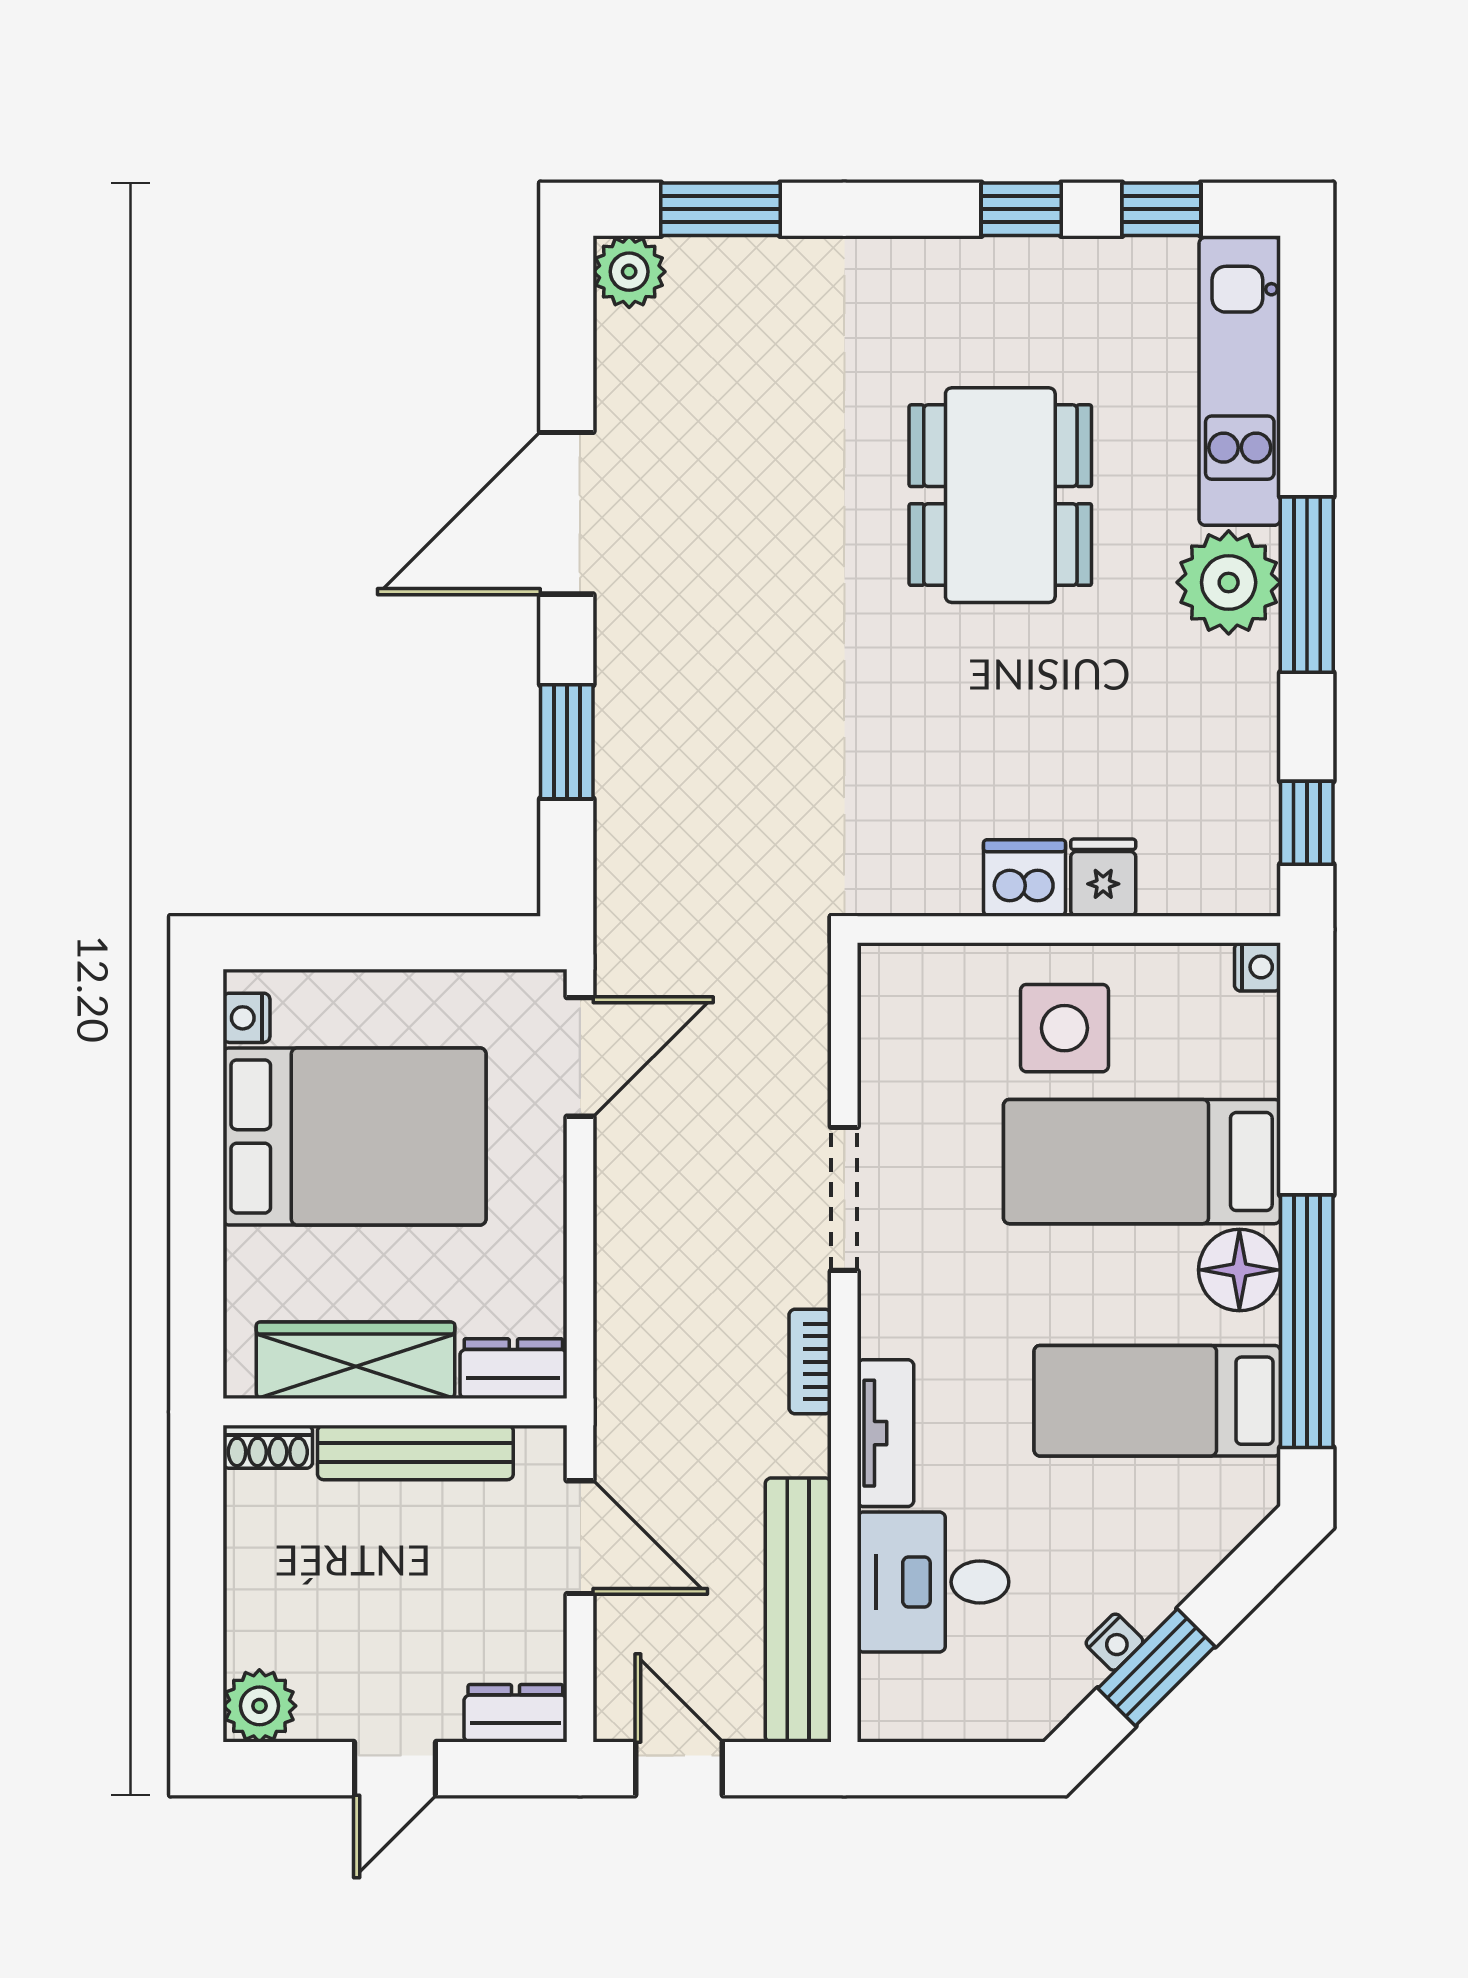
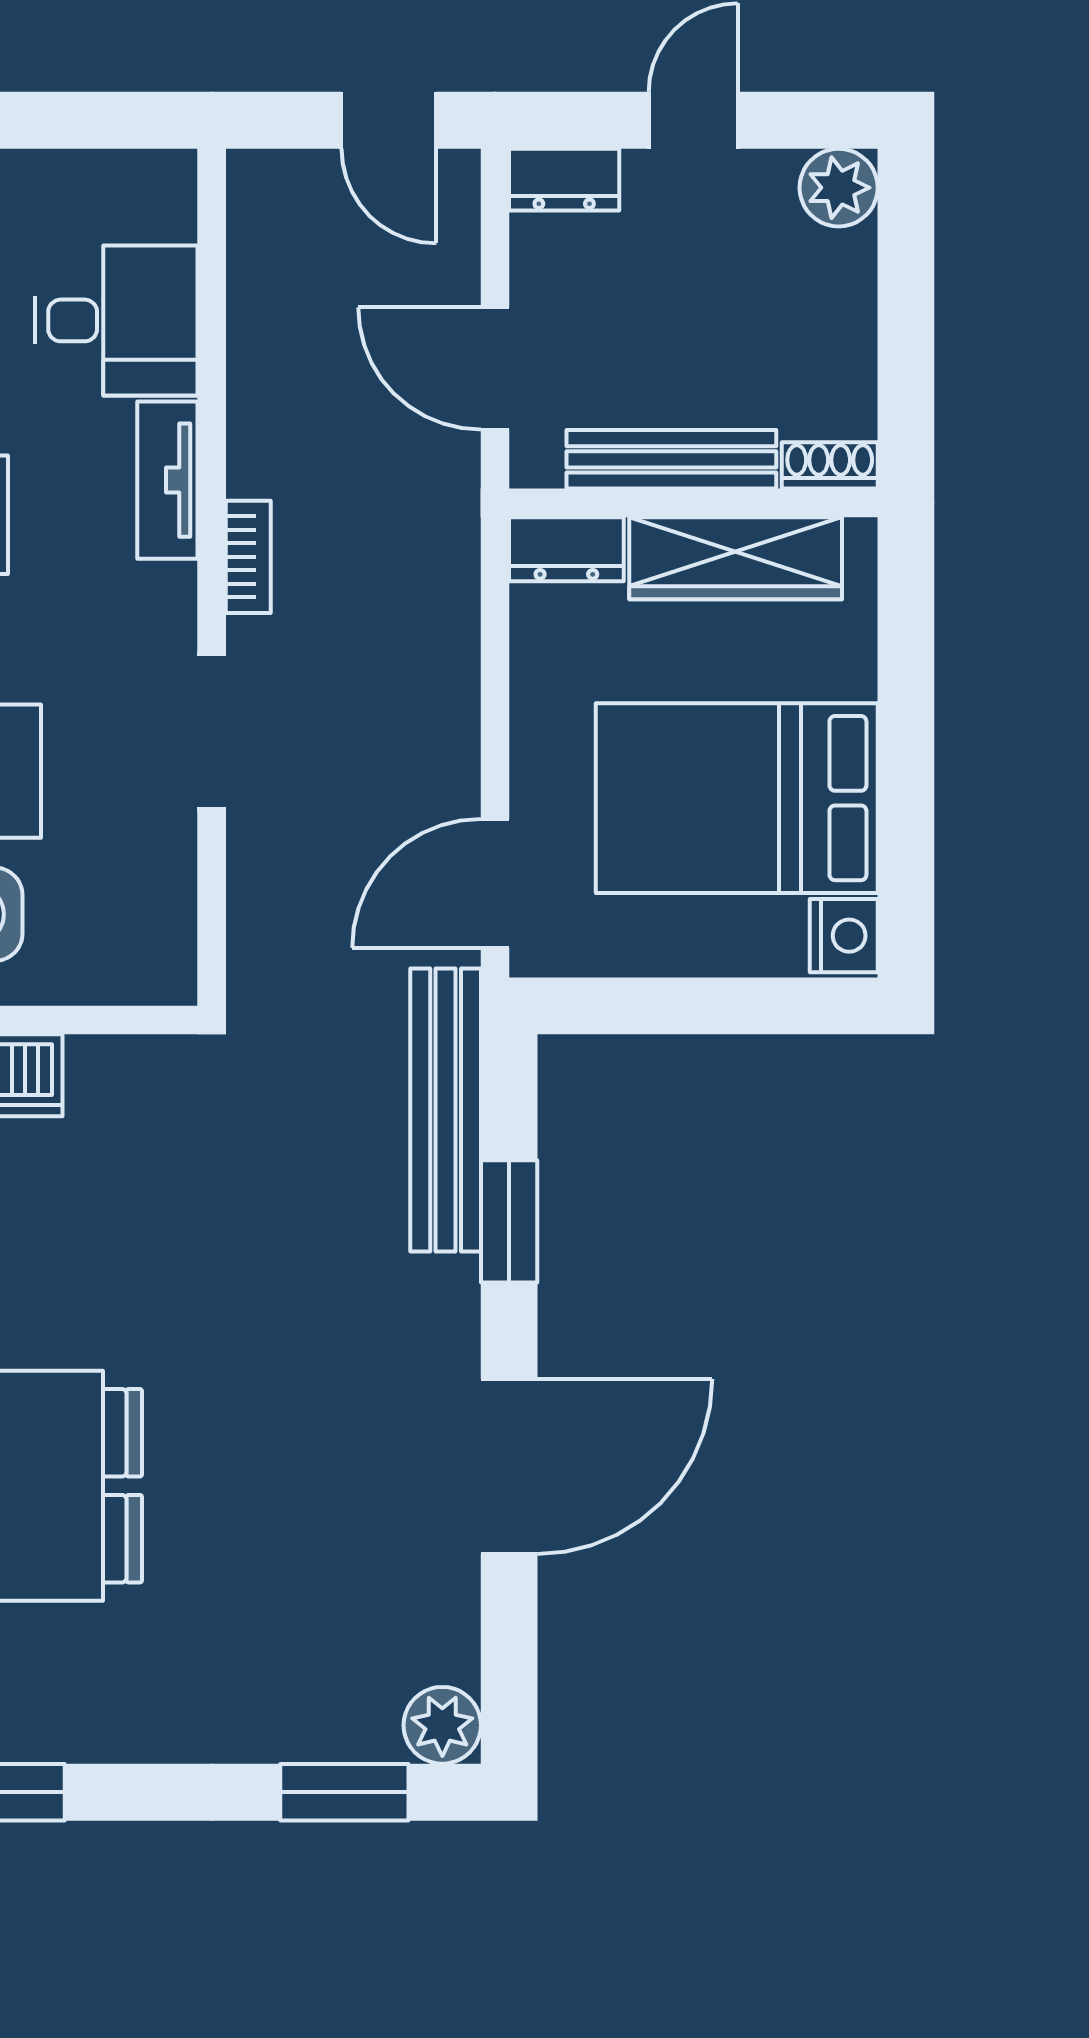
nightstand: (246, 1018) -> (844, 936), width x1.39, depth x1.35
bench: (798, 1610) -> (446, 1110), moved

